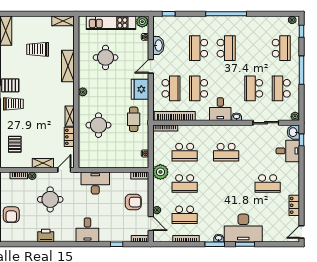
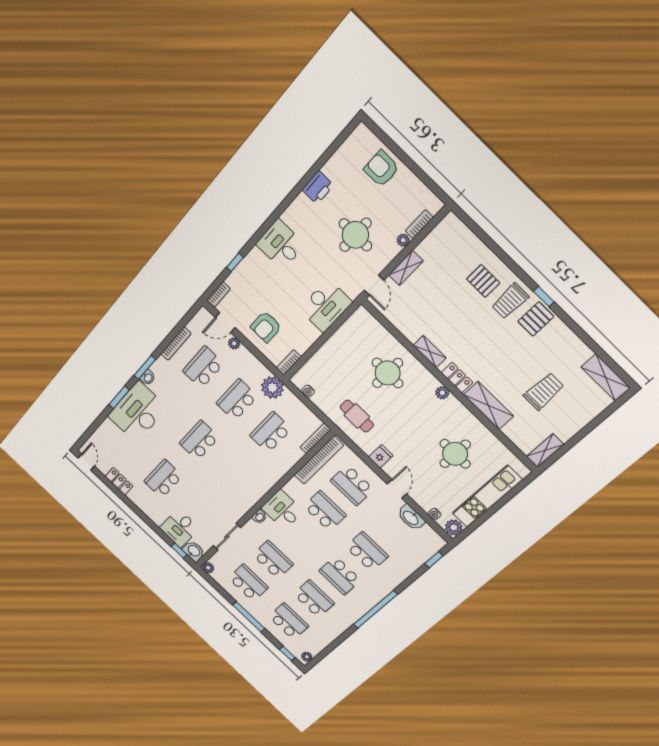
school desk: (254, 48) -> (314, 599), added
school desk: (281, 48) -> (289, 621), turned 180
fridge: (140, 89) -> (381, 456), width x0.53, depth x0.75
locker: (69, 137) -> (457, 378), moved
pallet: (15, 144) -> (483, 281), moved
school desk: (226, 152) -> (199, 440), moved

